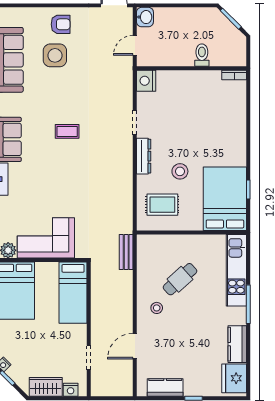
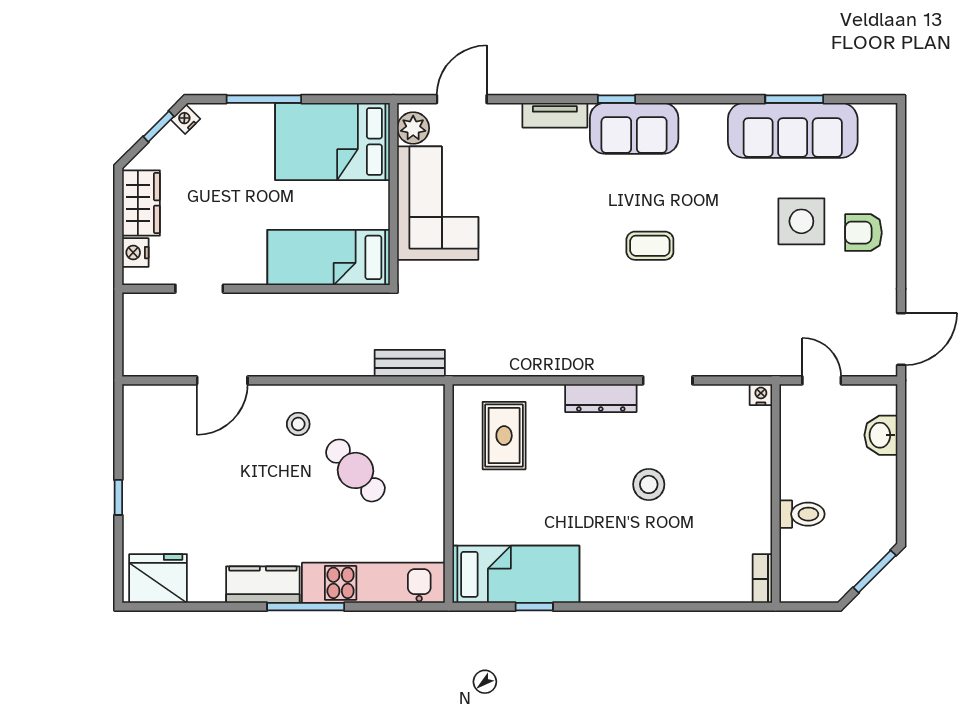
washbasin: (145, 17) -> (881, 435), moved, turned 90
armchair: (61, 24) -> (863, 233), turned 90
nightstand: (146, 81) -> (761, 395), width x0.53, depth x0.56
coffee table: (67, 131) -> (650, 246), turned 90
stool: (180, 171) -> (649, 484), moved
bed: (225, 199) -> (516, 574), width x0.67
kitchen counter: (237, 344) -> (263, 585), moved
door: (135, 346) -> (222, 380), swing flipped
kitchen counter: (165, 387) -> (140, 441), removed

